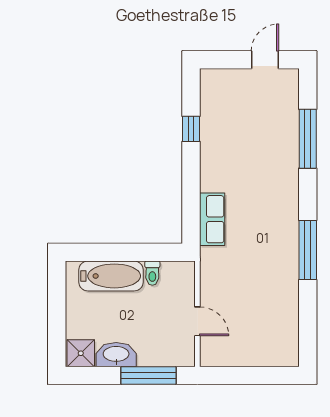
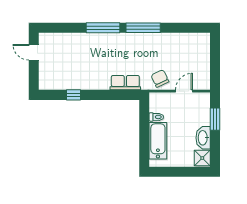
window: (308, 139) -> (103, 28), moved
chair: (219, 279) -> (160, 78), added
window: (149, 375) -> (215, 119), width x0.69

